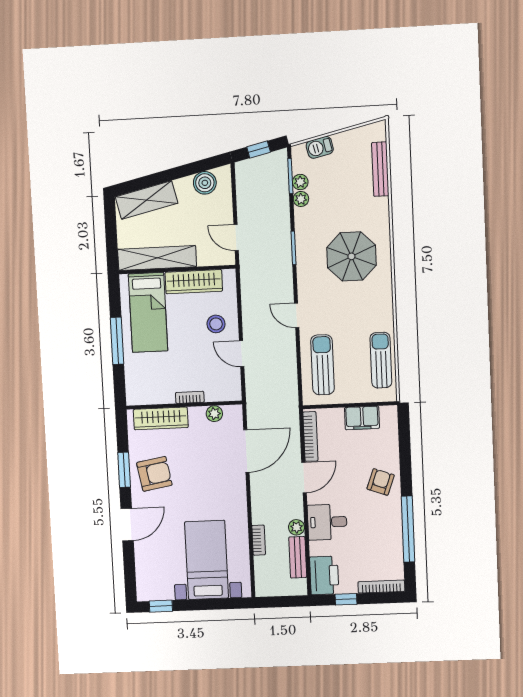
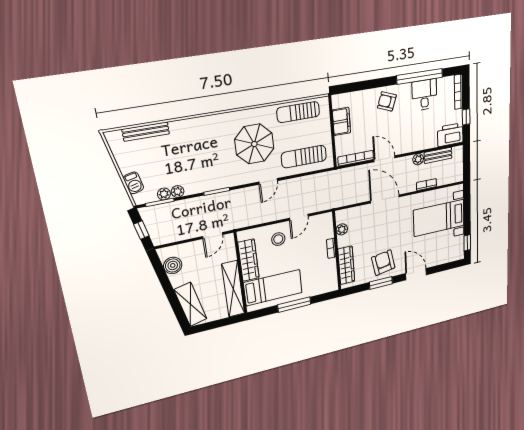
parasol: (351, 256) -> (254, 144), moved
door: (246, 451) -> (385, 199), moved
desk: (327, 522) -> (424, 95), moved, turned 180

